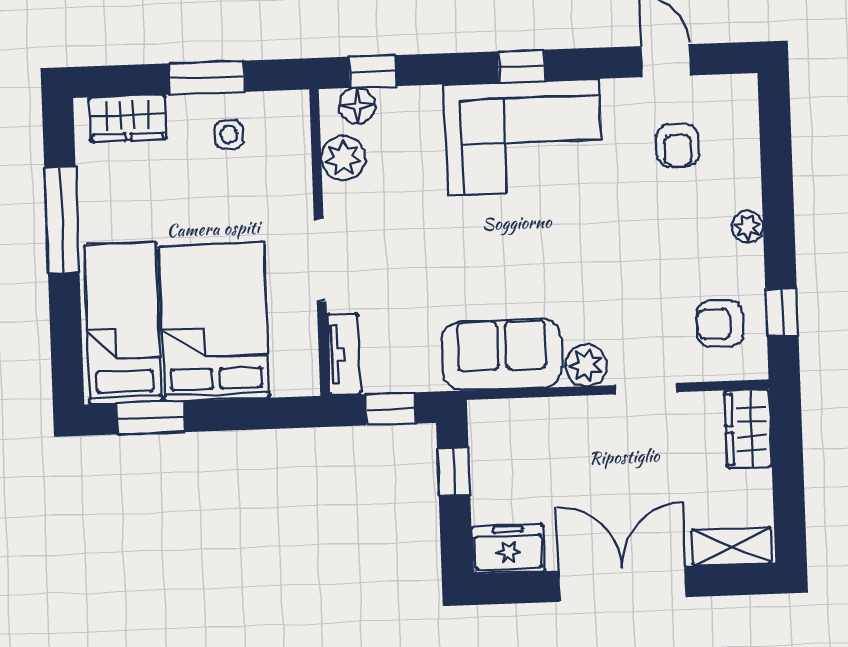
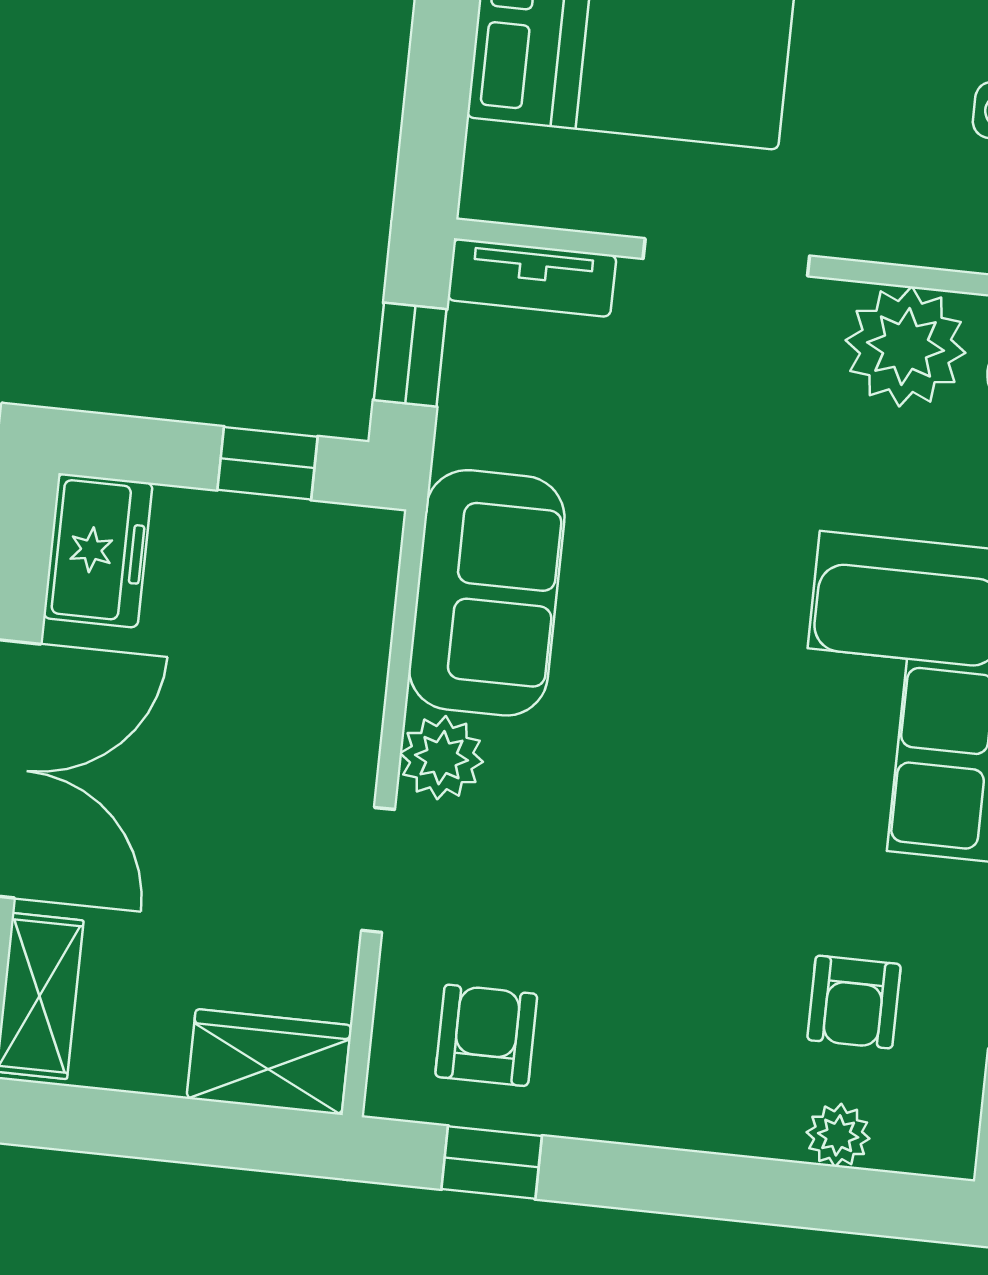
armchair: (678, 145) -> (854, 1002), turned -90
plant: (343, 158) -> (906, 346), width x1.36, depth x1.36
plant: (747, 227) -> (838, 1135), moved

